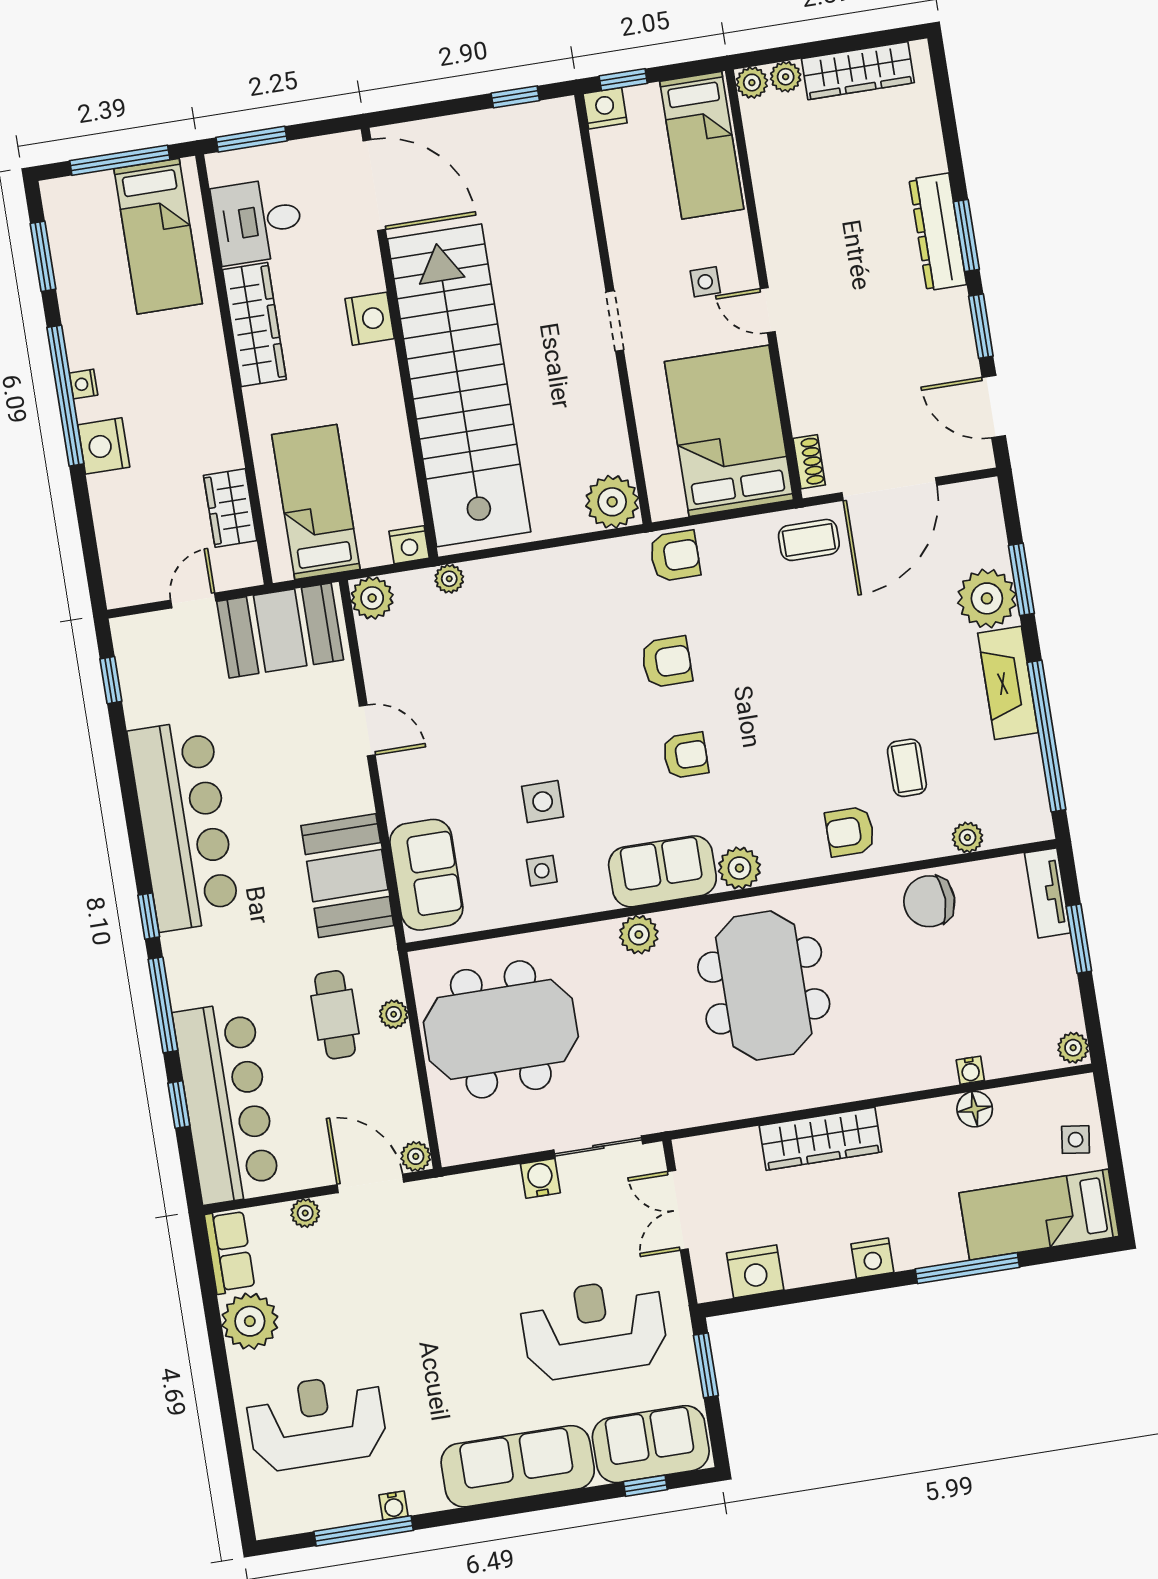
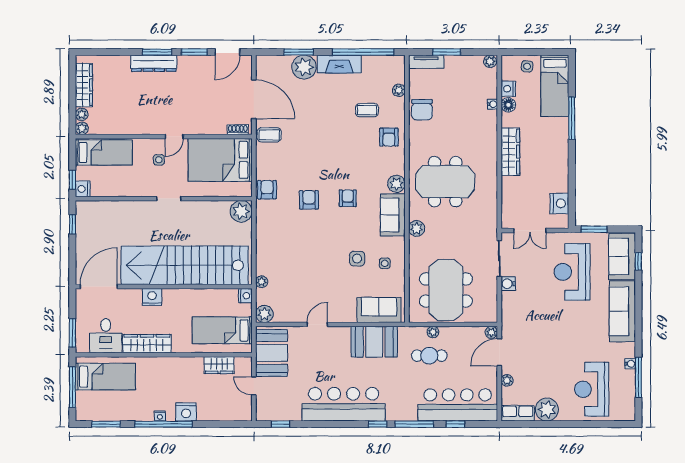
coffee table: (809, 540) -> (269, 135), turned 90
wardrobe: (820, 1139) -> (510, 152), moved
nightstand: (872, 1258) -> (508, 89), moved, turned 180

